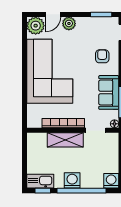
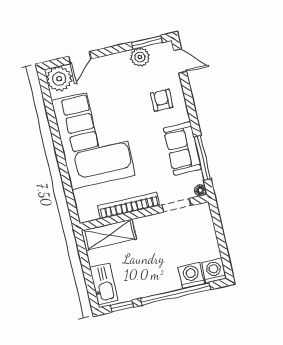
plant: (69, 23) -> (140, 57), moved
shelving: (65, 140) -> (109, 235), moved
washing machine: (72, 180) -> (191, 275), moved
kitchen sink: (40, 181) -> (104, 284), moved, turned 90

